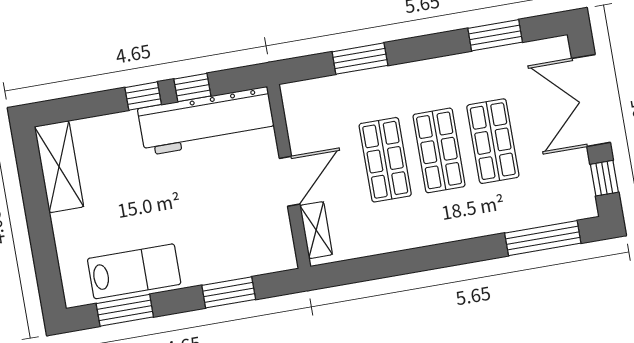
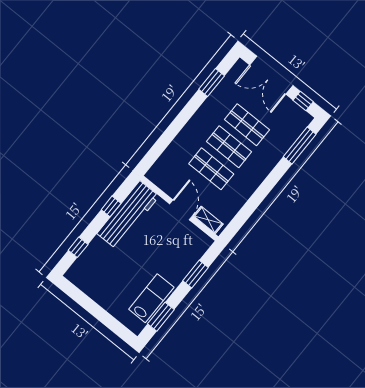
window: (360, 59) -> (167, 138), removed
window: (143, 96) -> (78, 247), moved
shelving: (59, 167) -> (86, 283), removed

